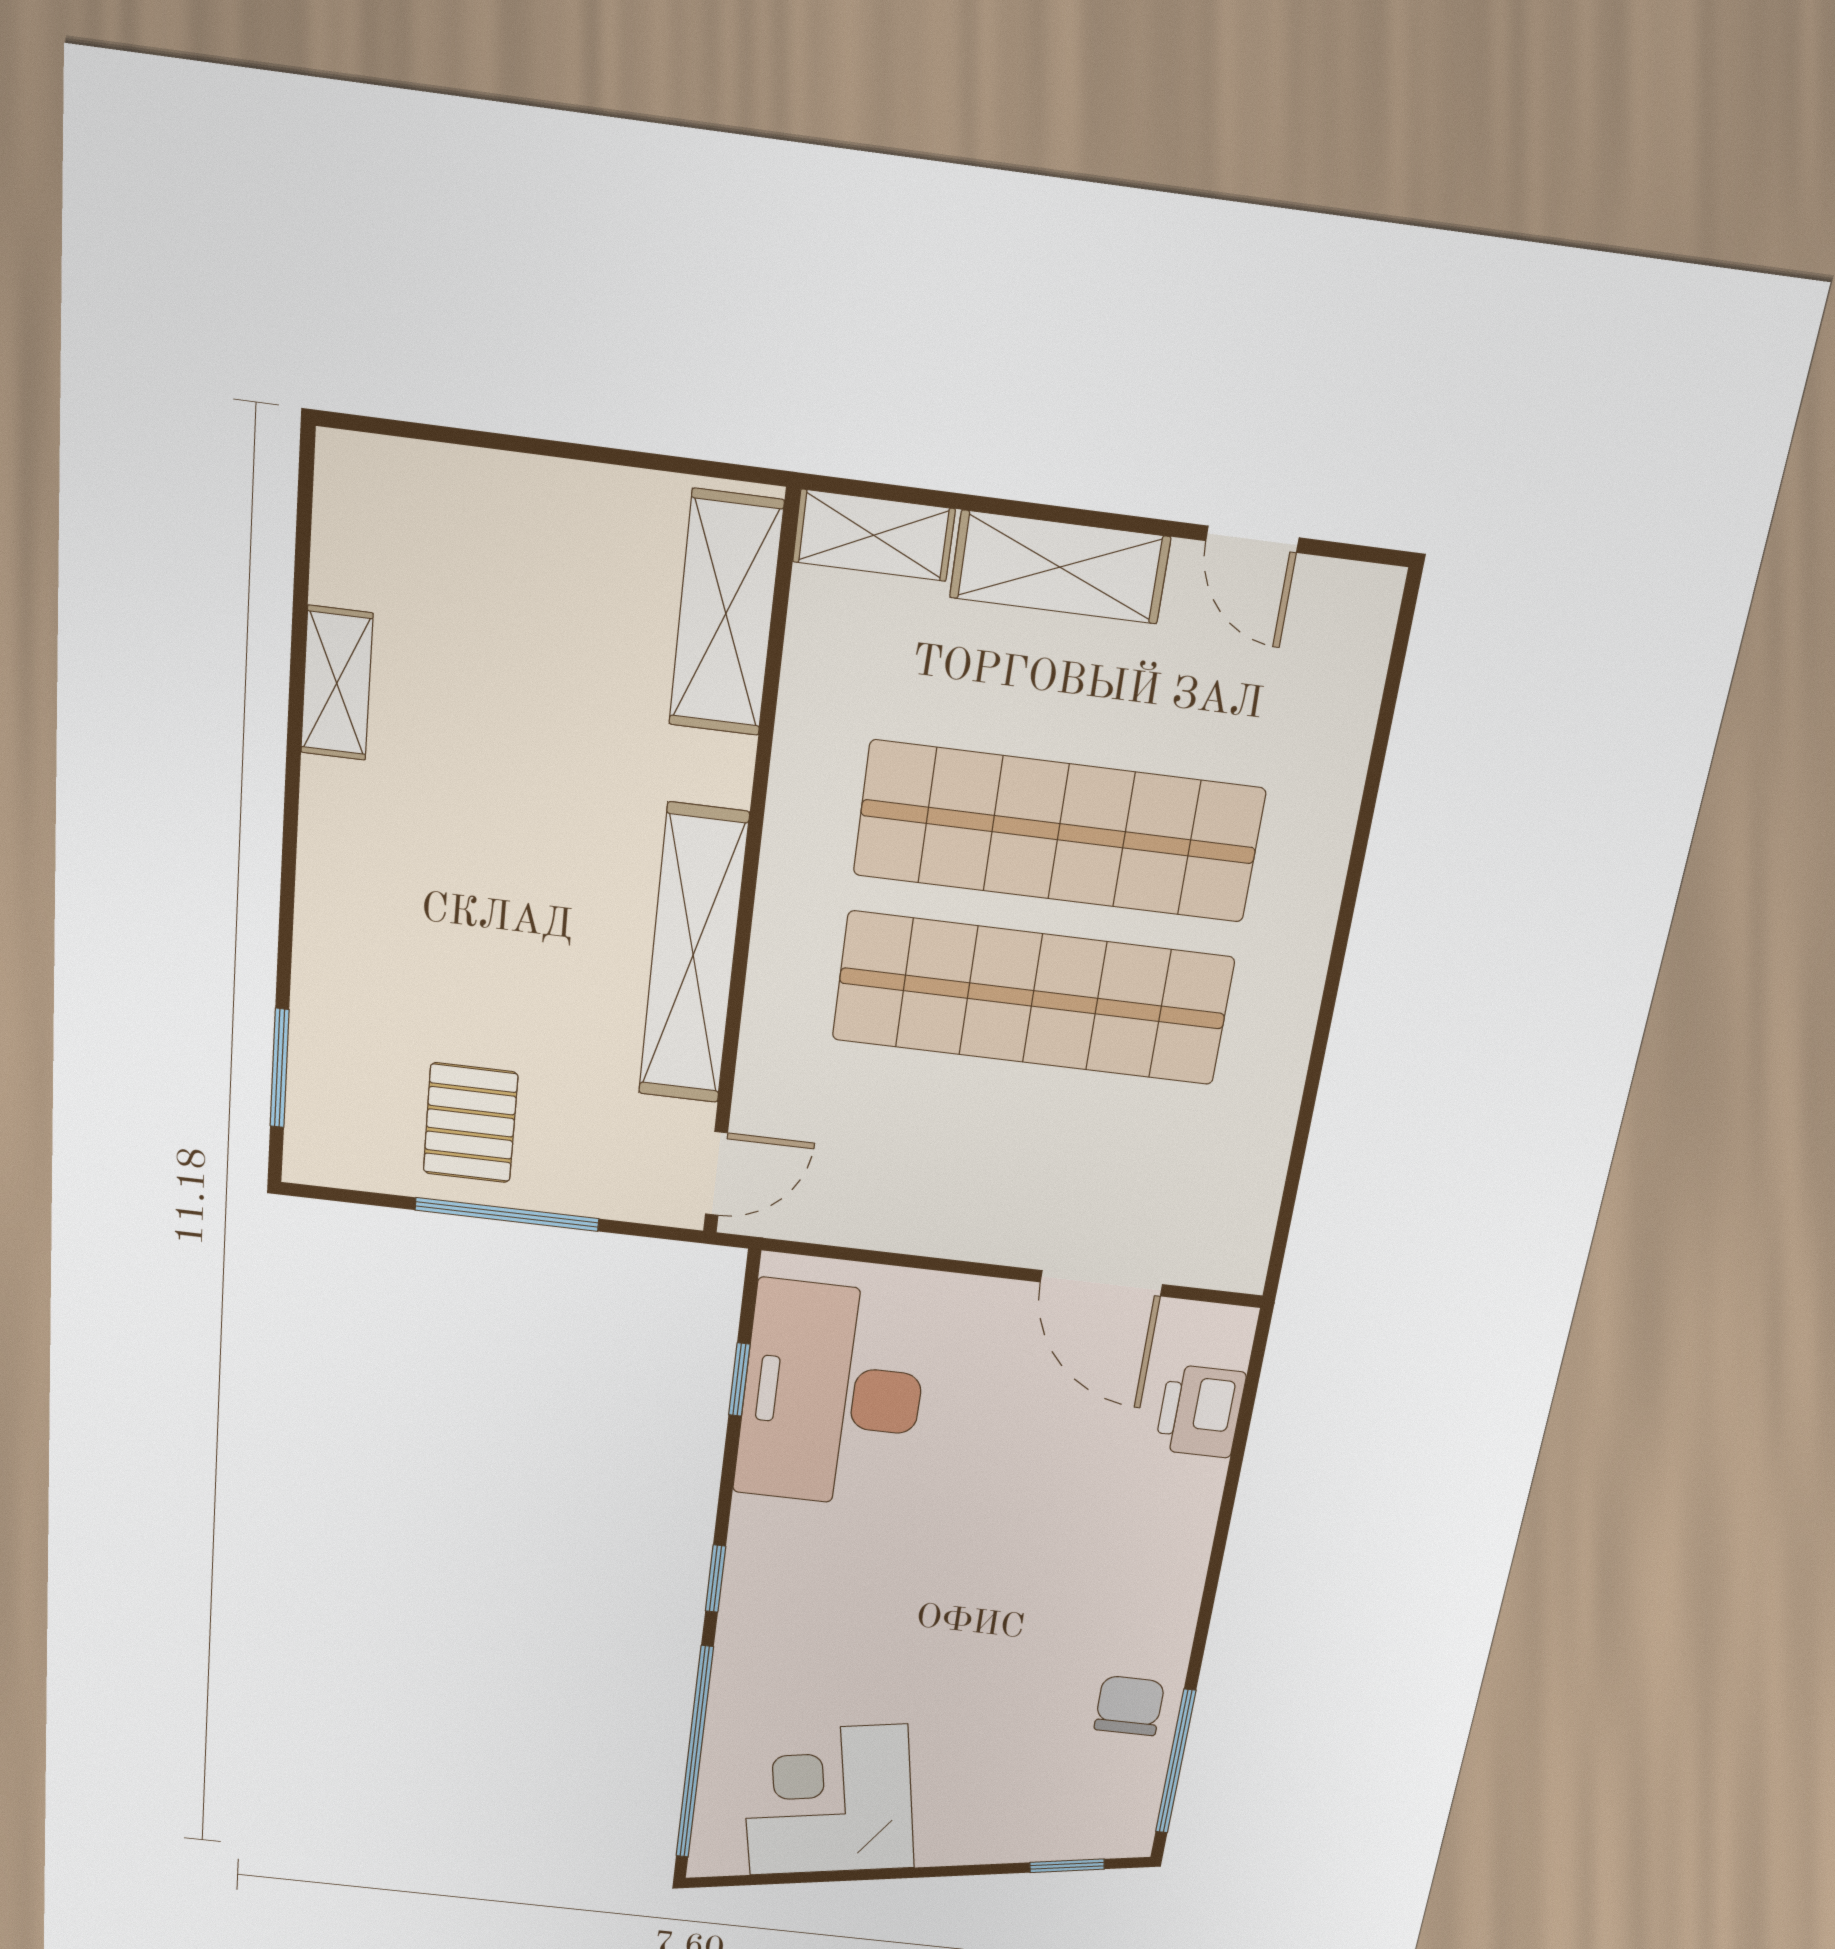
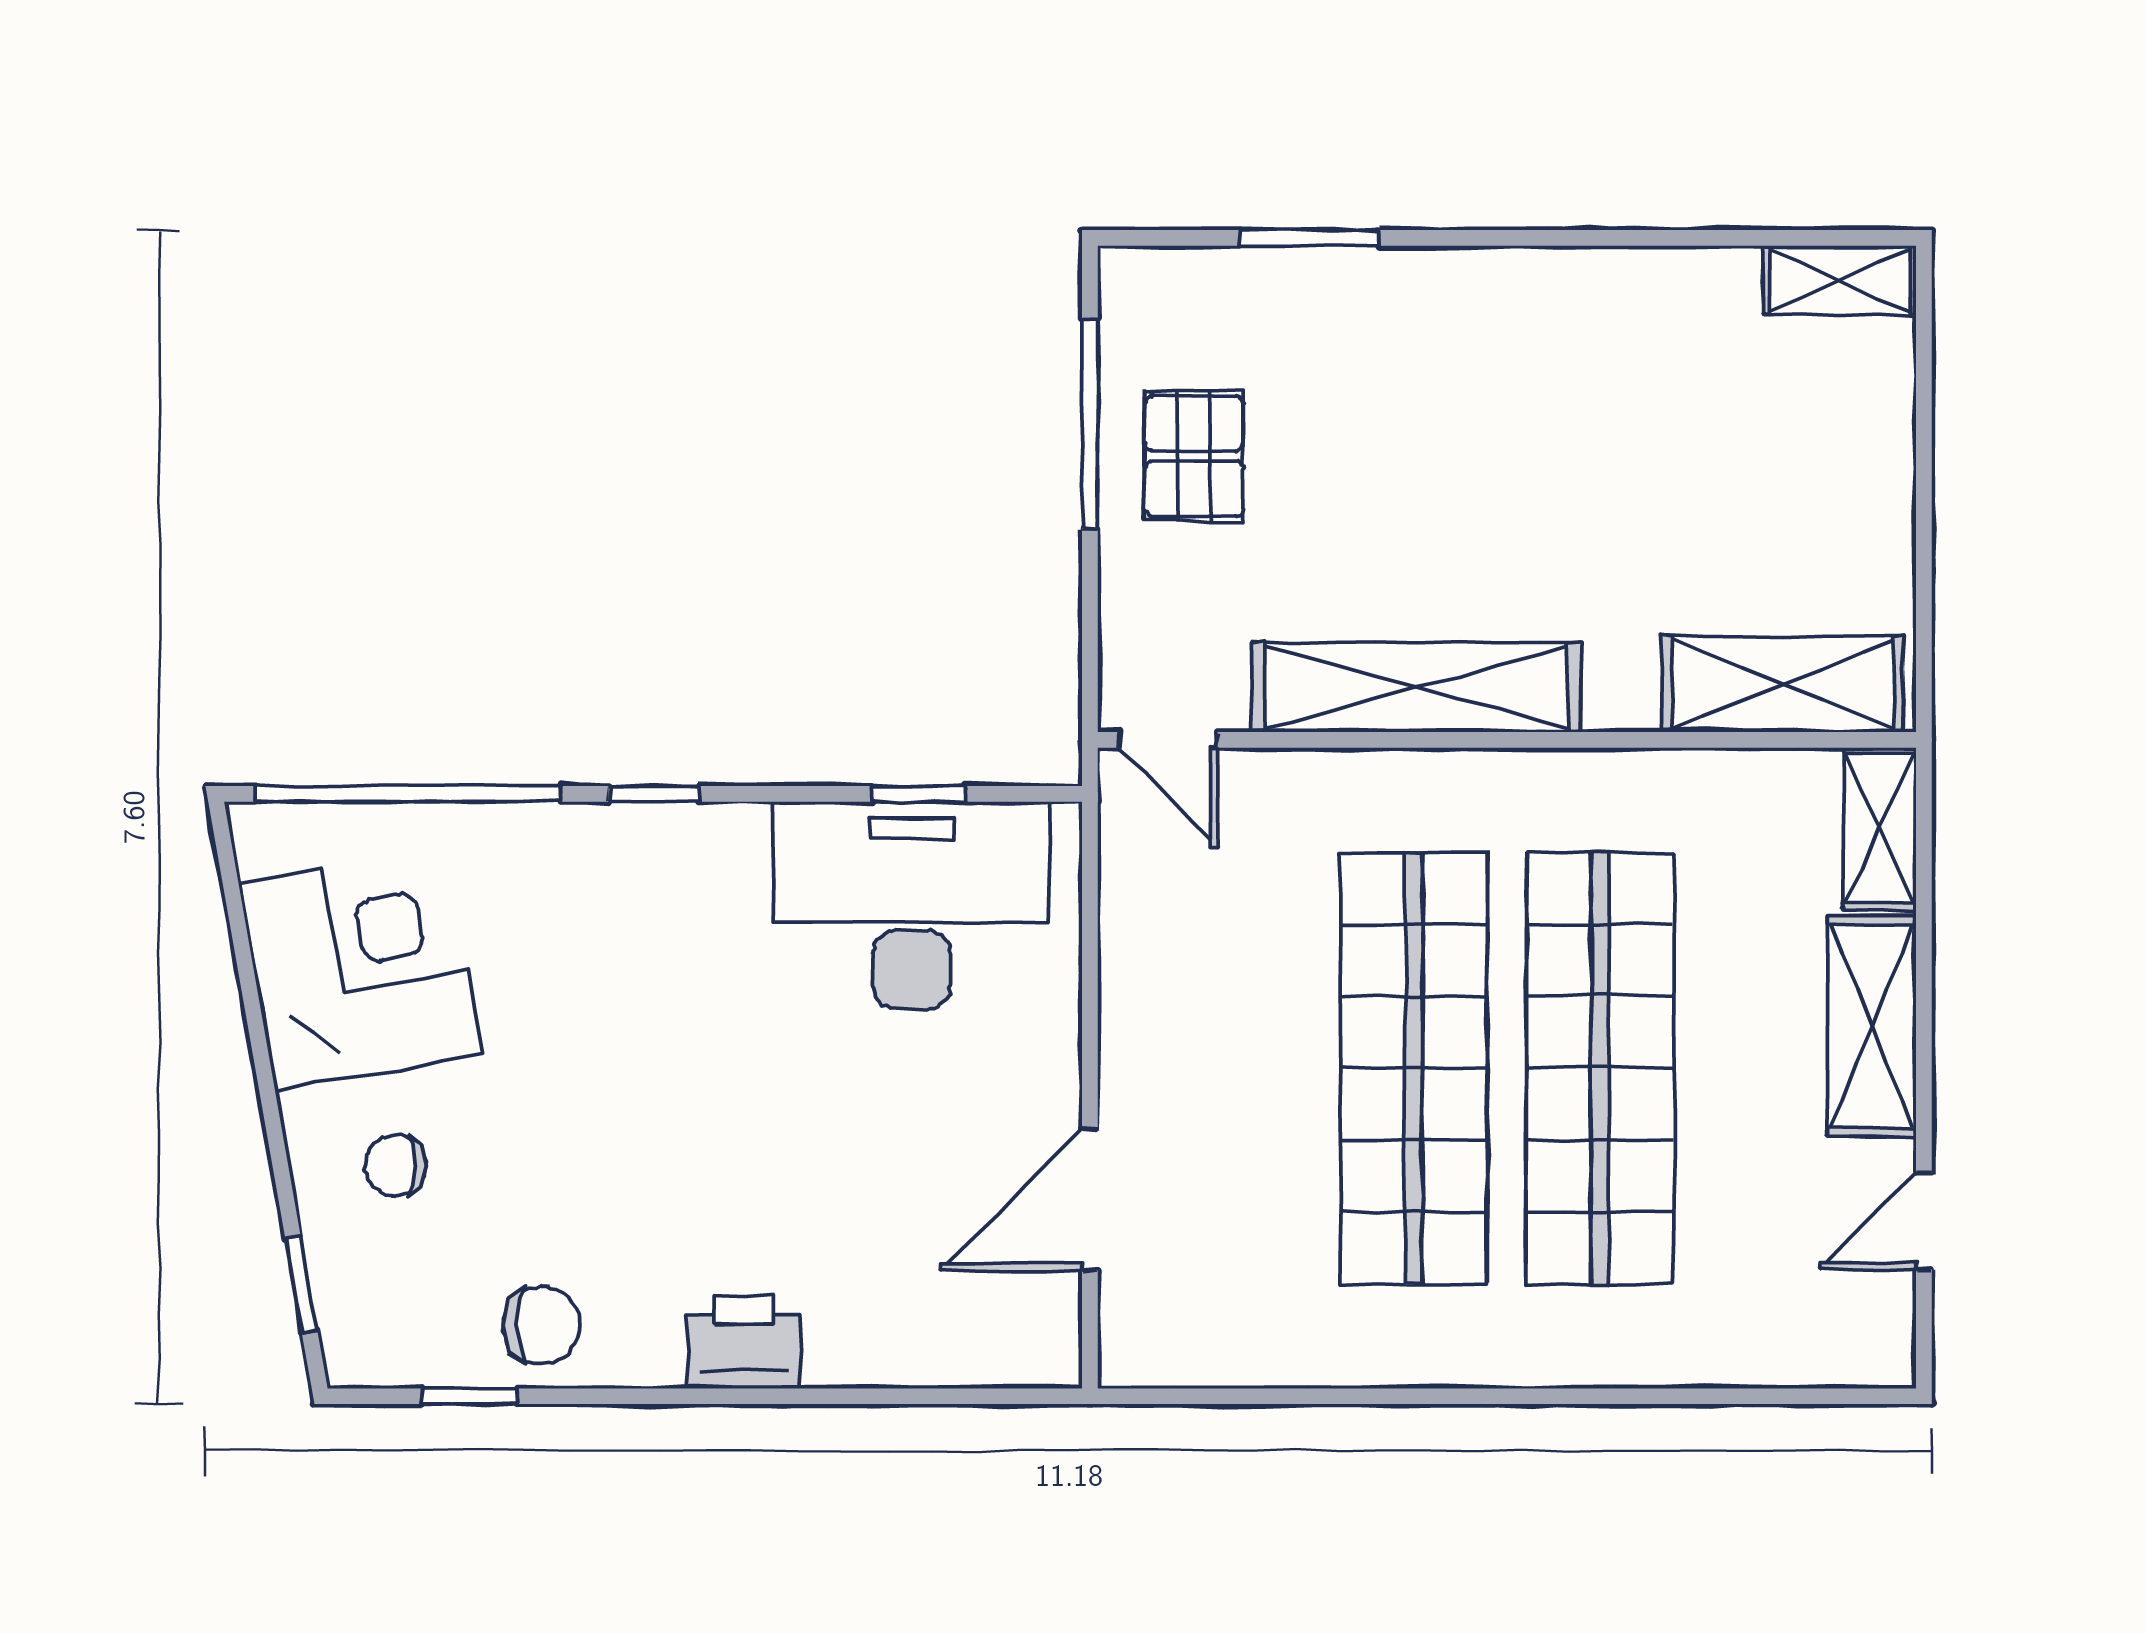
shelving: (337, 683) -> (1839, 280), moved
window: (280, 1068) -> (1309, 238), moved
pallet: (470, 1123) -> (1194, 456), turned 90
window: (507, 1214) -> (1090, 423), moved
printer: (1200, 1411) -> (744, 1342), moved
window: (1176, 1762) -> (469, 1396), width x0.46
chair: (985, 1793) -> (395, 1165), added

